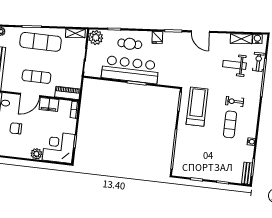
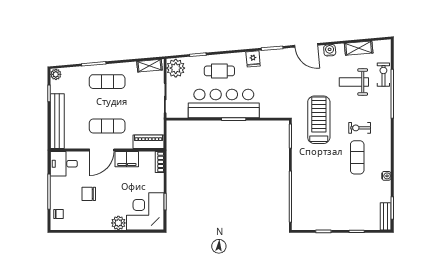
water cooler: (257, 39) -> (330, 50), moved
exercise mat: (41, 42) -> (107, 82), width x0.73, depth x0.69
treadmill: (197, 107) -> (319, 120), moved

